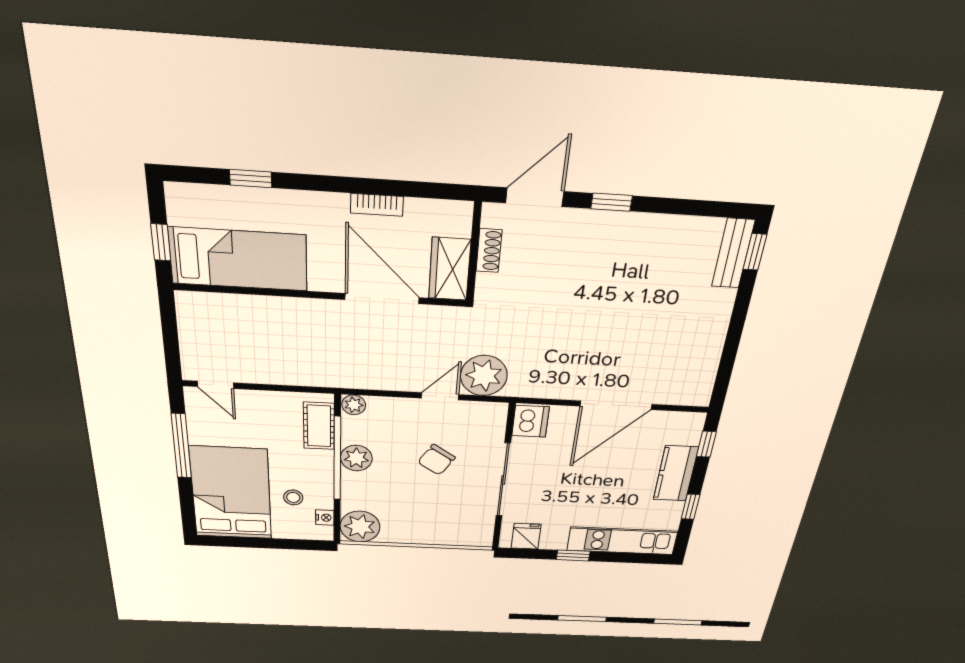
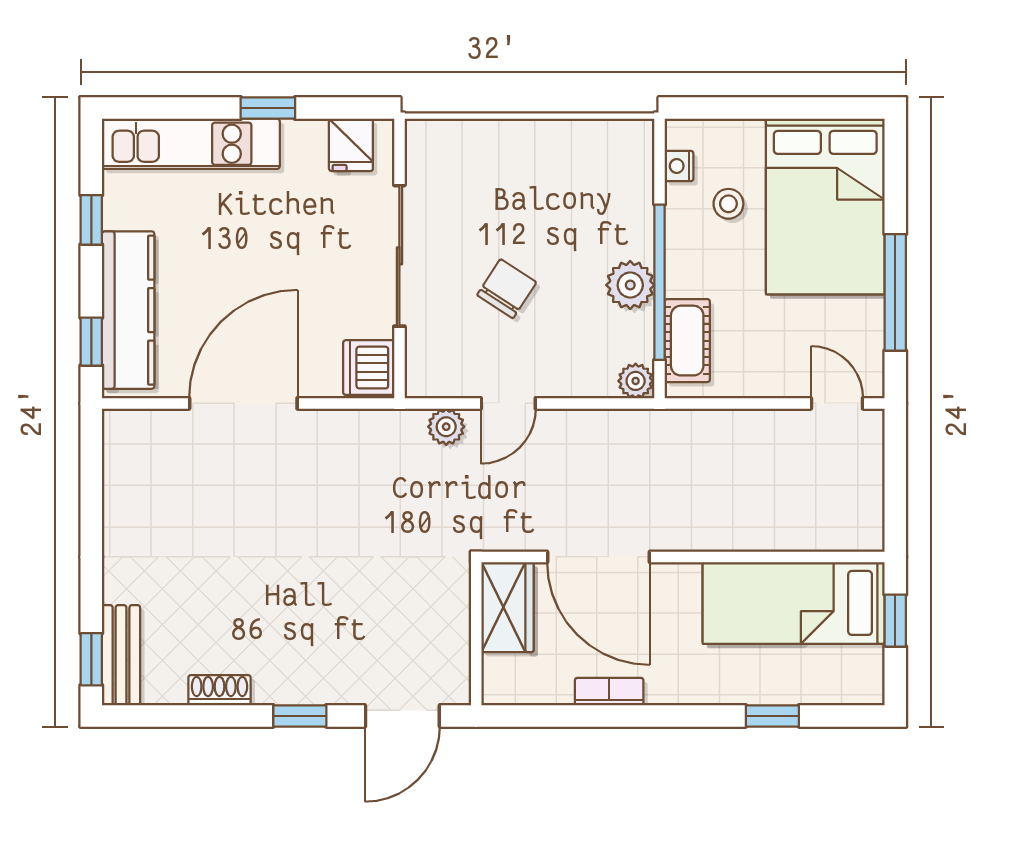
shoe rack: (489, 251) -> (219, 690), moved, turned 90
plant: (484, 376) -> (446, 427), width x0.53, depth x0.53
kitchen counter: (676, 473) -> (128, 310), width x1.50
plant: (360, 527) -> (622, 151), removed

